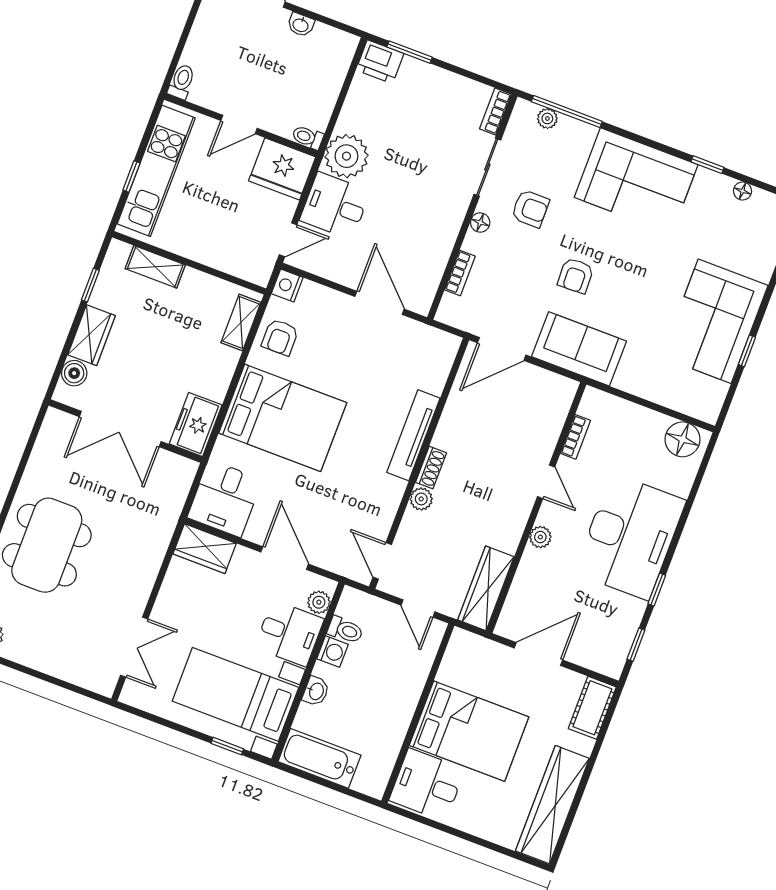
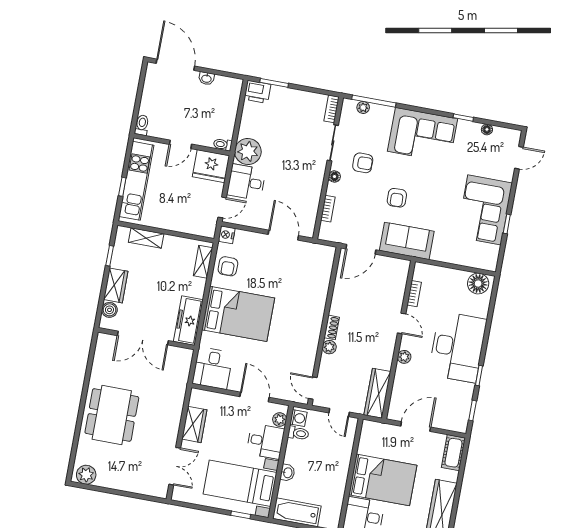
freezer: (196, 424) -> (188, 321), width x1.40
tv unit: (413, 435) -> (318, 310), removed
wardrobe: (205, 549) -> (194, 424), moved, turned -90
washing machine: (333, 652) -> (298, 418), moved

